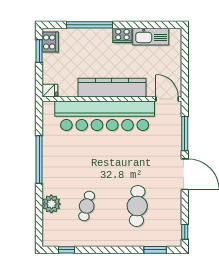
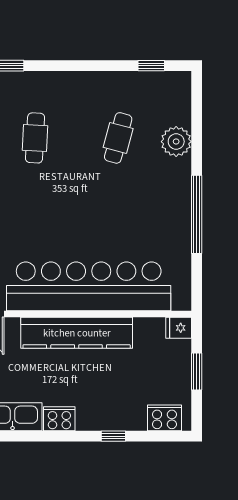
window: (90, 25) -> (113, 436), width x0.32
cooker: (50, 42) -> (164, 418), moved, turned 90
window: (39, 51) -> (197, 372), moved
cafe table: (137, 206) -> (35, 138), width x0.73, depth x0.74

